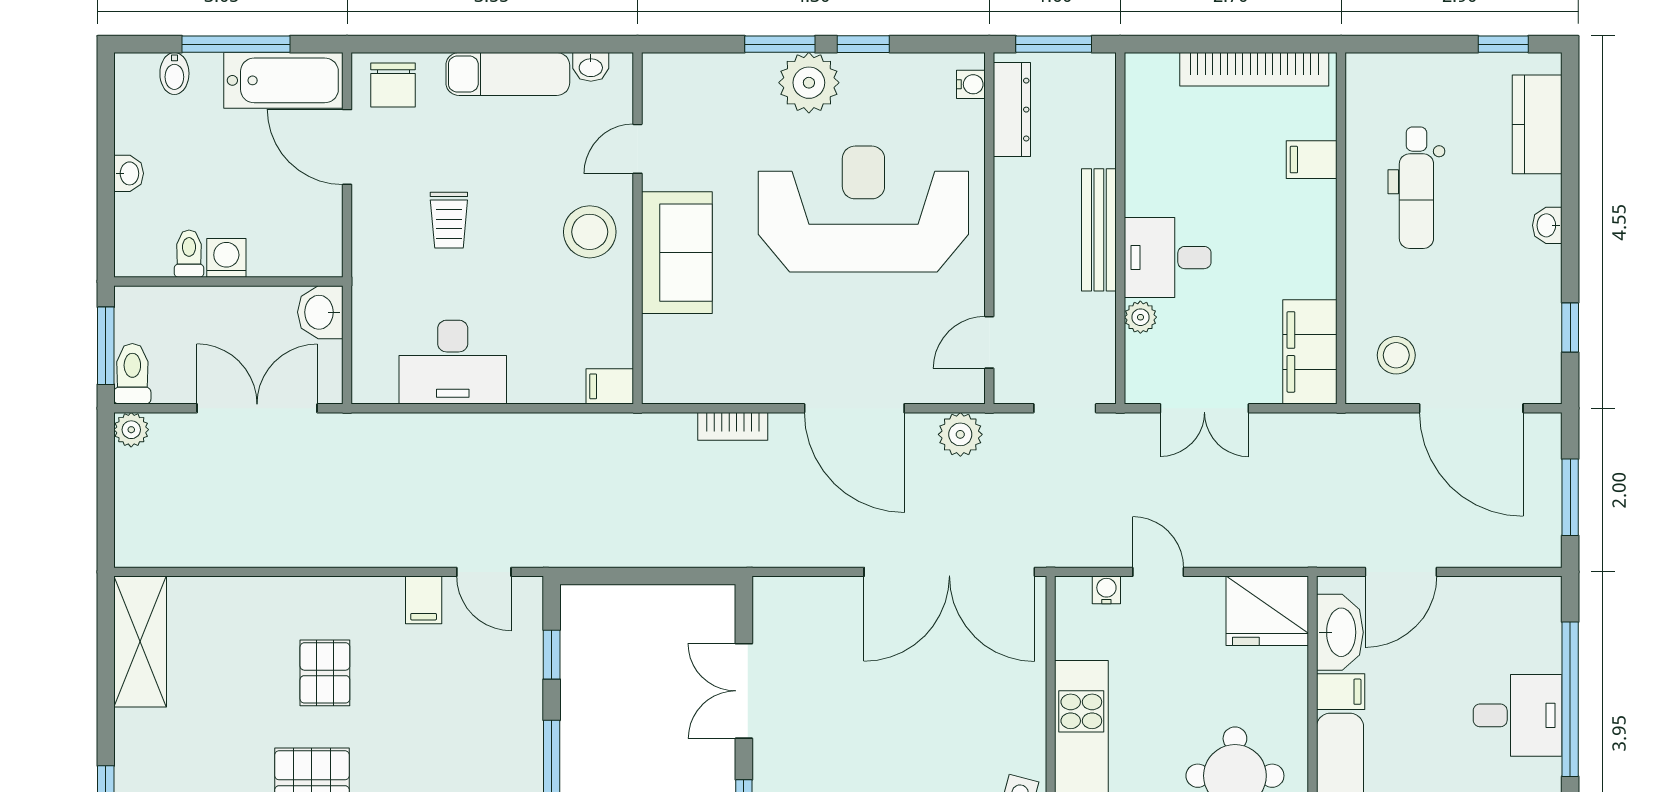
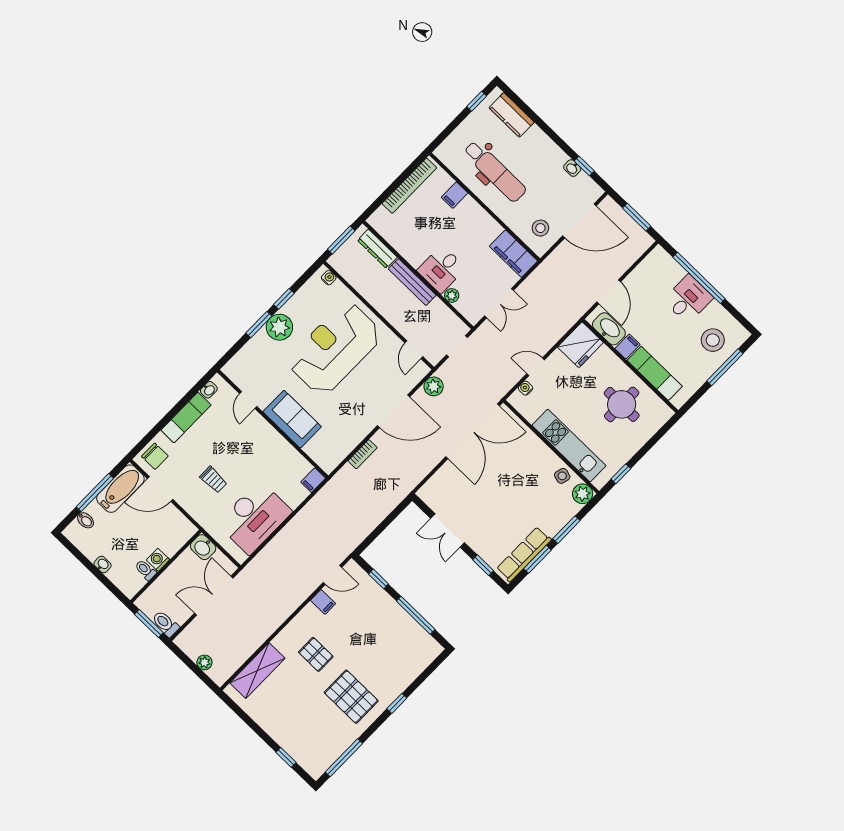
dresser: (1012, 110) -> (377, 249), moved, turned 180
dental chair: (1416, 188) -> (495, 171), width x1.36, depth x1.38
washbasin: (1547, 225) -> (572, 168), moved
stool: (590, 232) -> (259, 440), removed
desk: (453, 362) -> (254, 517), width x1.36, depth x1.30
plant: (131, 430) -> (204, 662), moved
shelving: (140, 641) -> (257, 671), moved, turned 90

